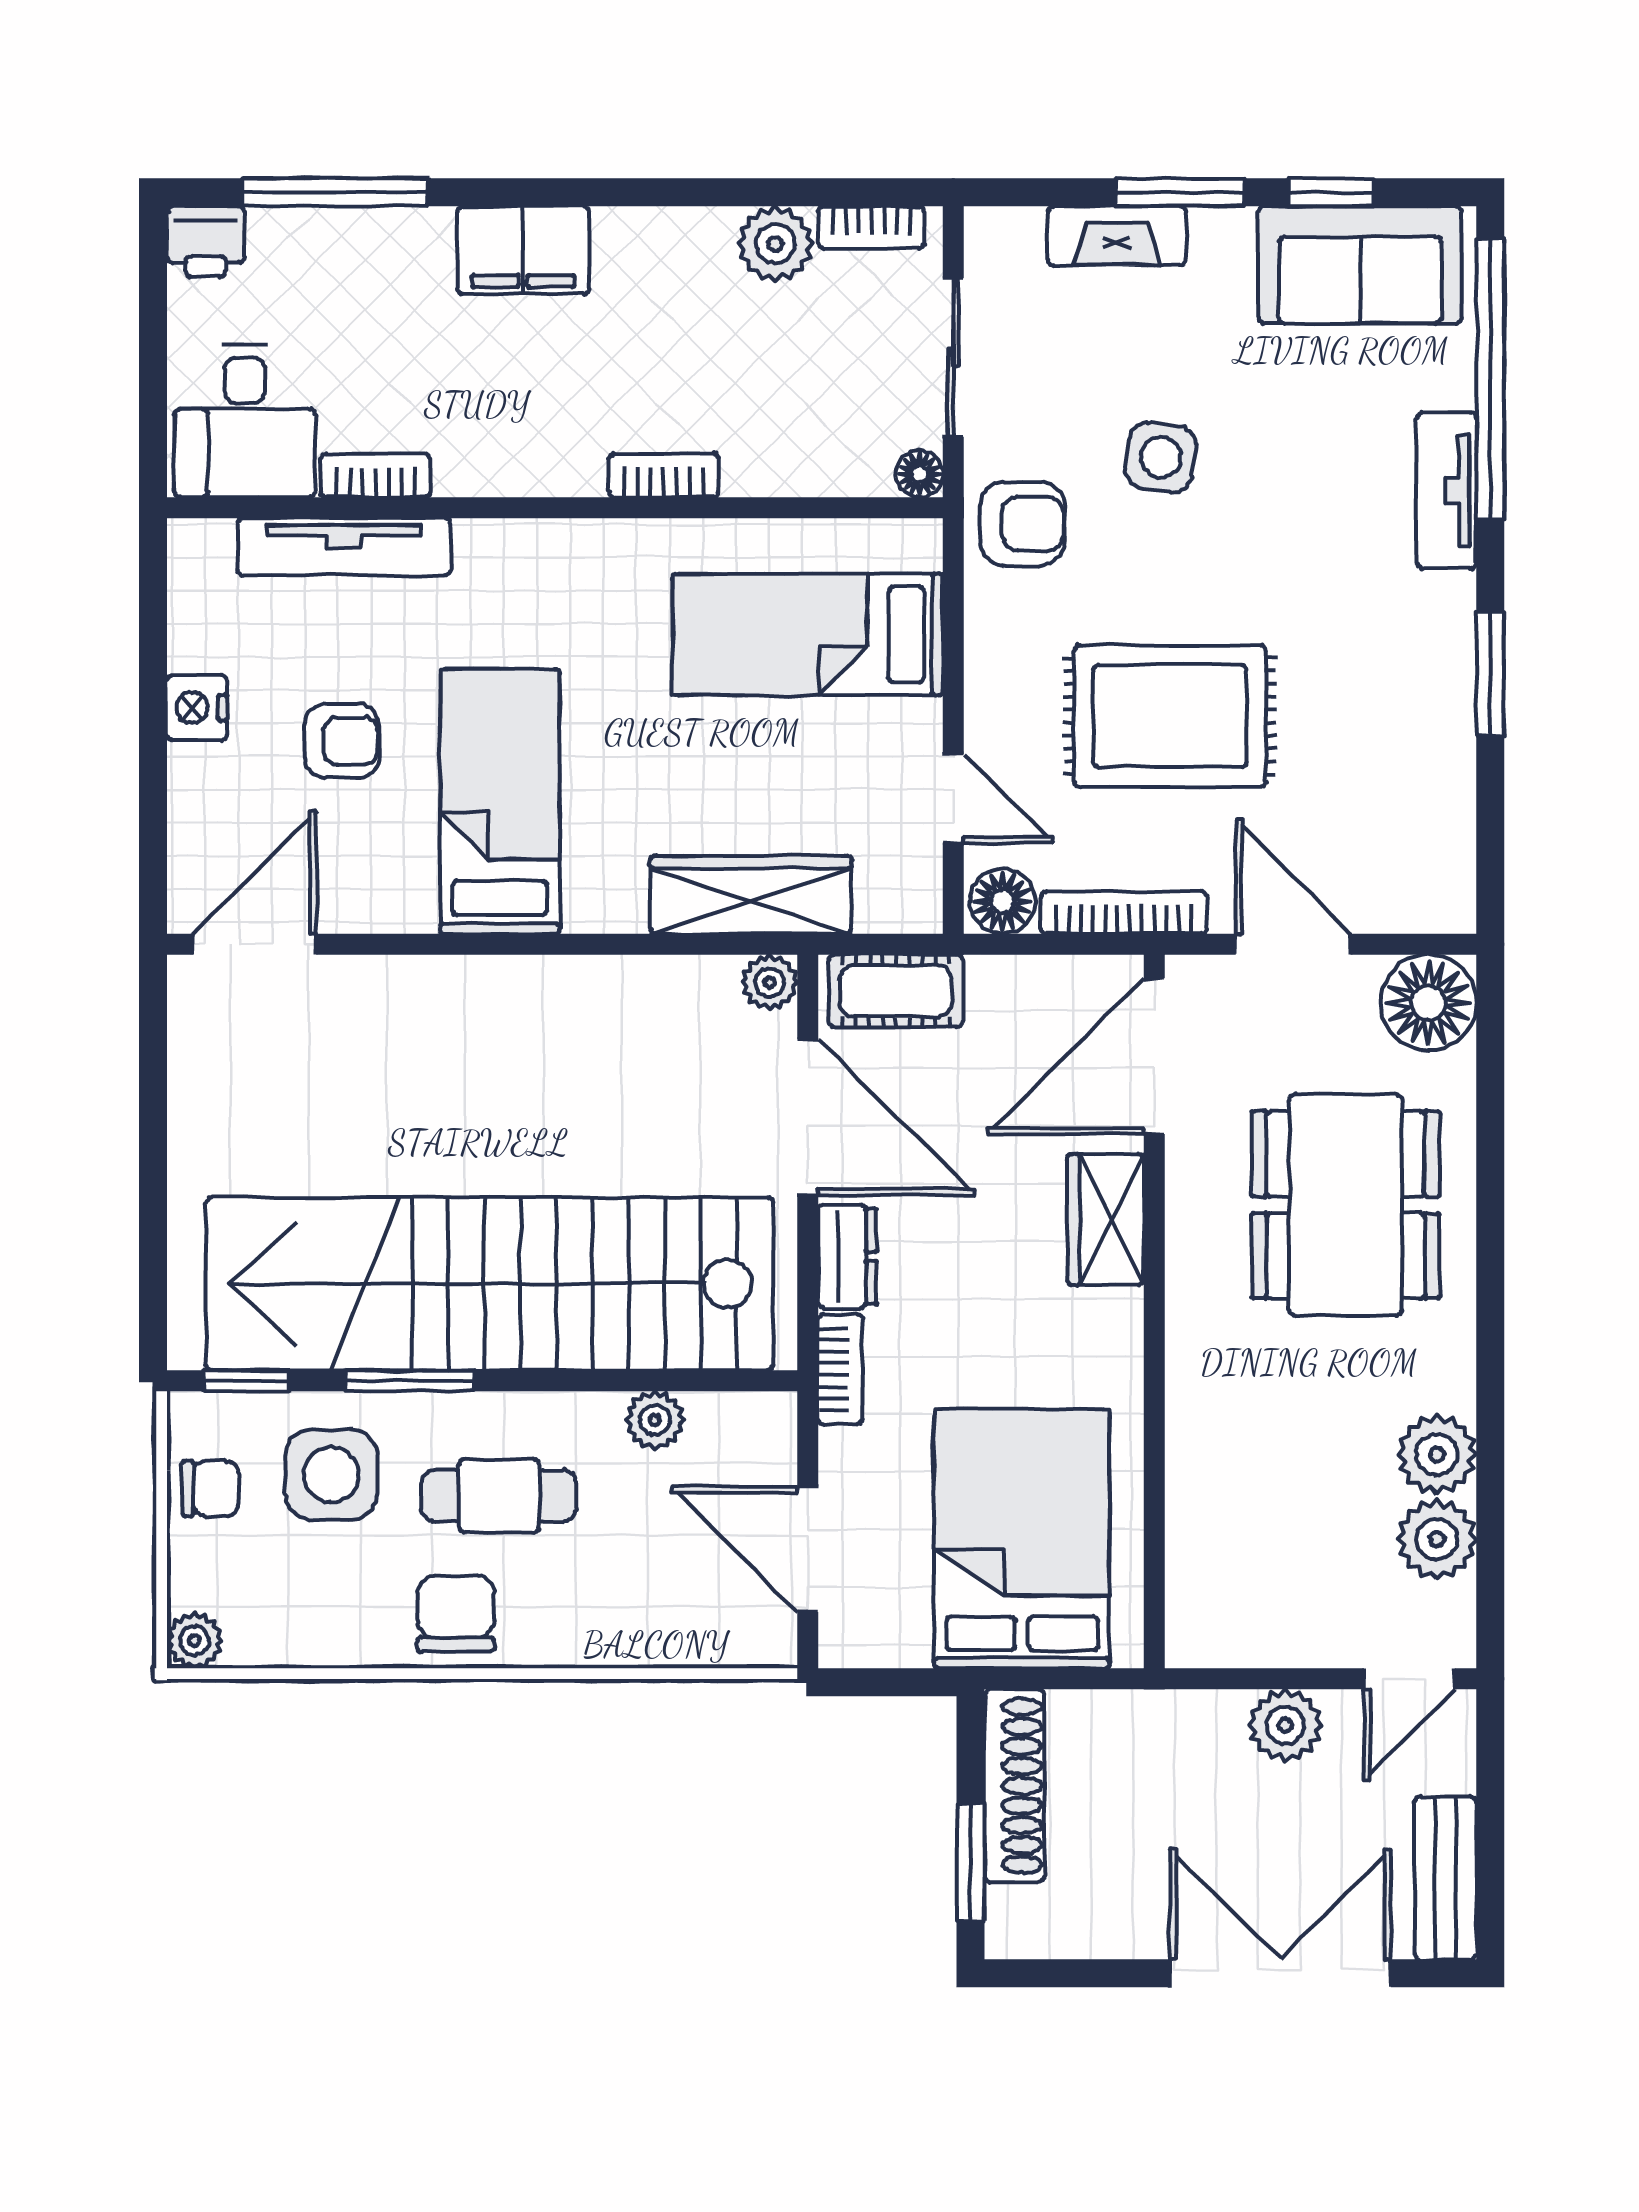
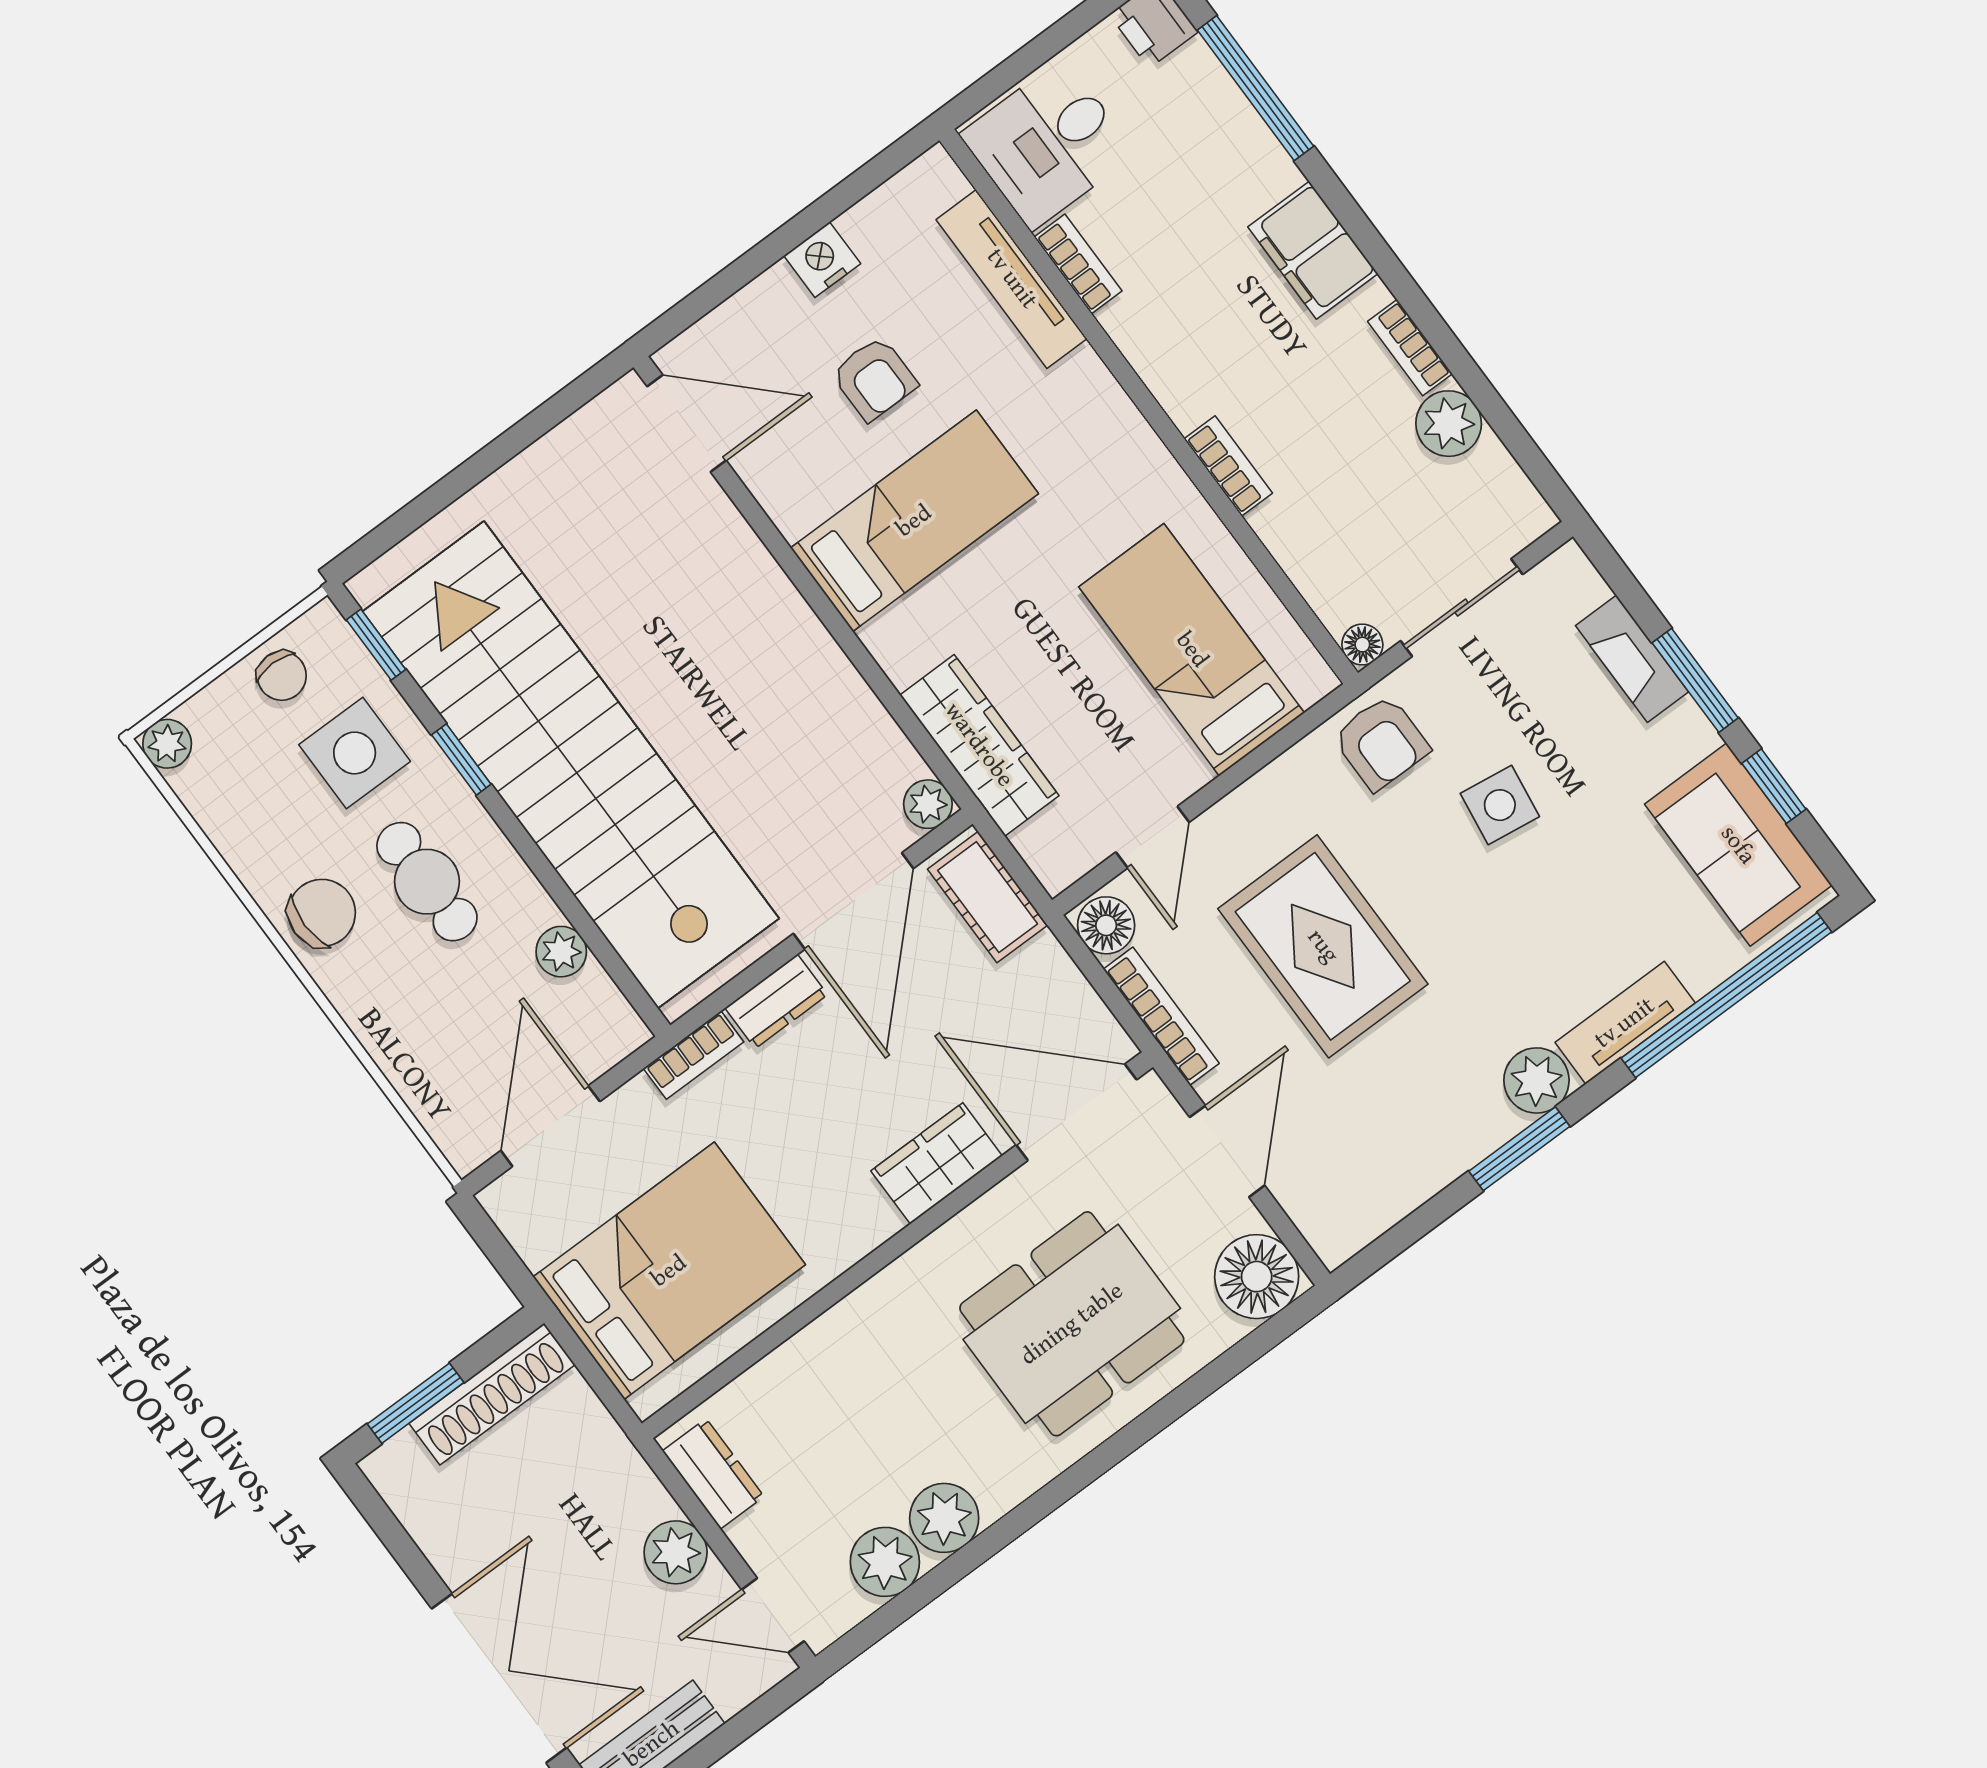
bookcase: (871, 227) -> (1410, 348), moved
plant: (1439, 611) -> (1536, 1080), added
window: (410, 1381) -> (461, 759), width x0.67
dresser: (1239, 1637) -> (713, 1474), added

